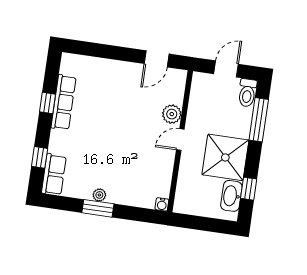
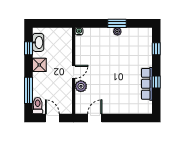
door: (226, 69) -> (52, 118), swing flipped
shower: (225, 157) -> (39, 65), width x0.54, depth x0.54
row of seats: (54, 174) -> (146, 40), removed

